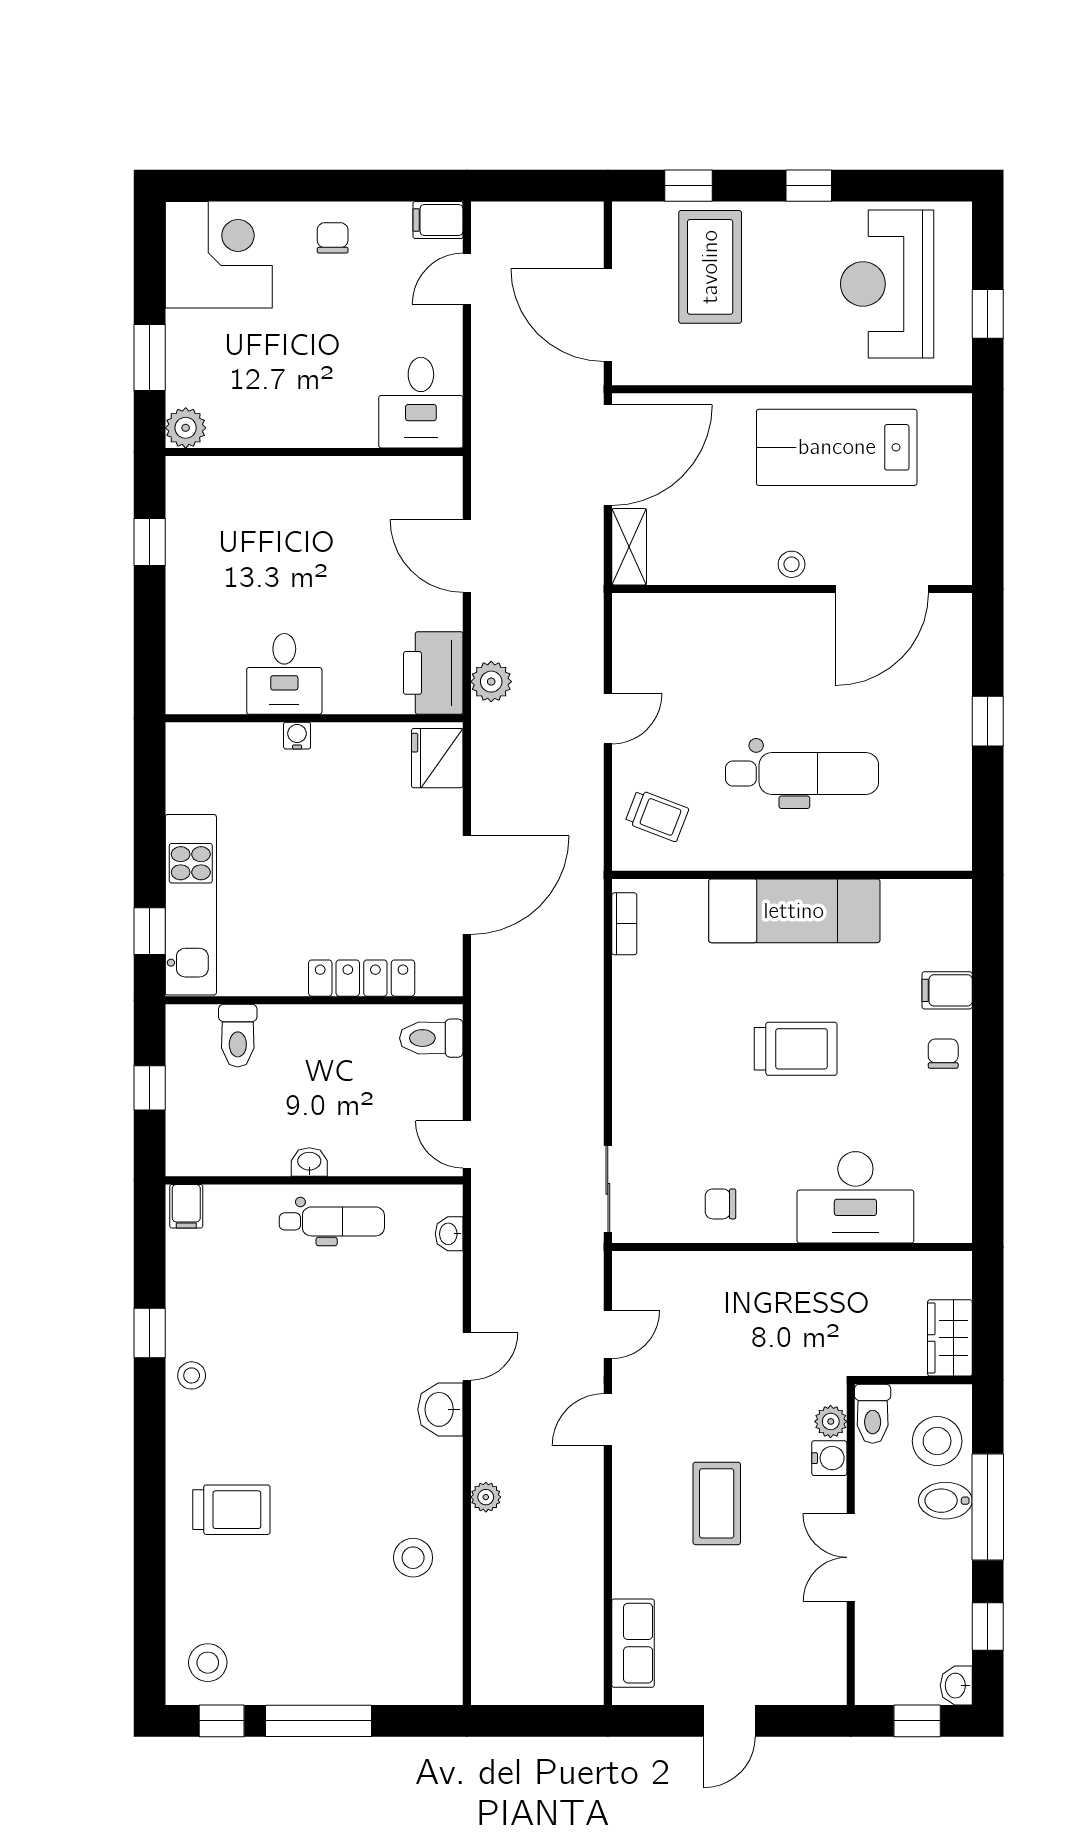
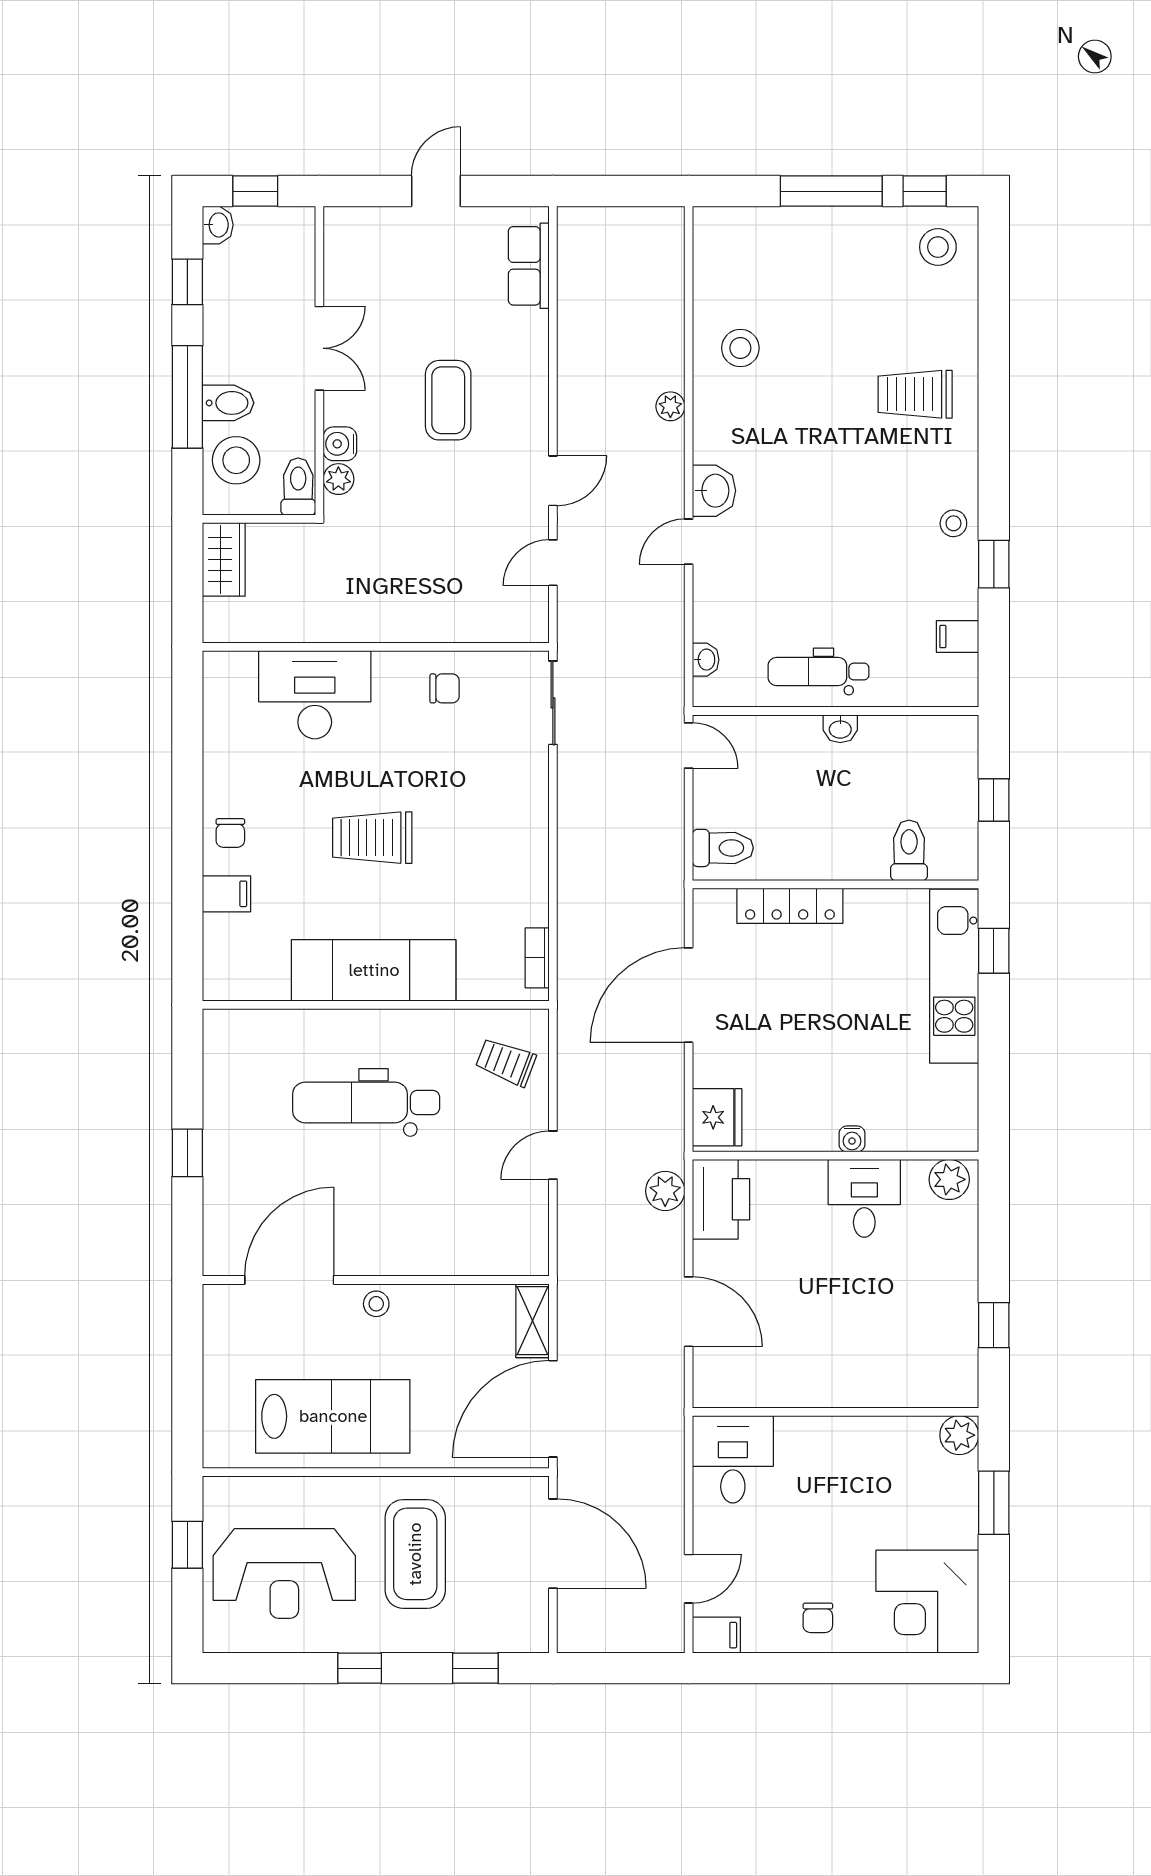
coffee table: (710, 267) -> (415, 1554), moved
reception desk: (887, 284) -> (284, 1573), turned 90
plant: (196, 694) -> (949, 1179), added
filing cabinet: (186, 1206) -> (958, 637), moved, turned -90

